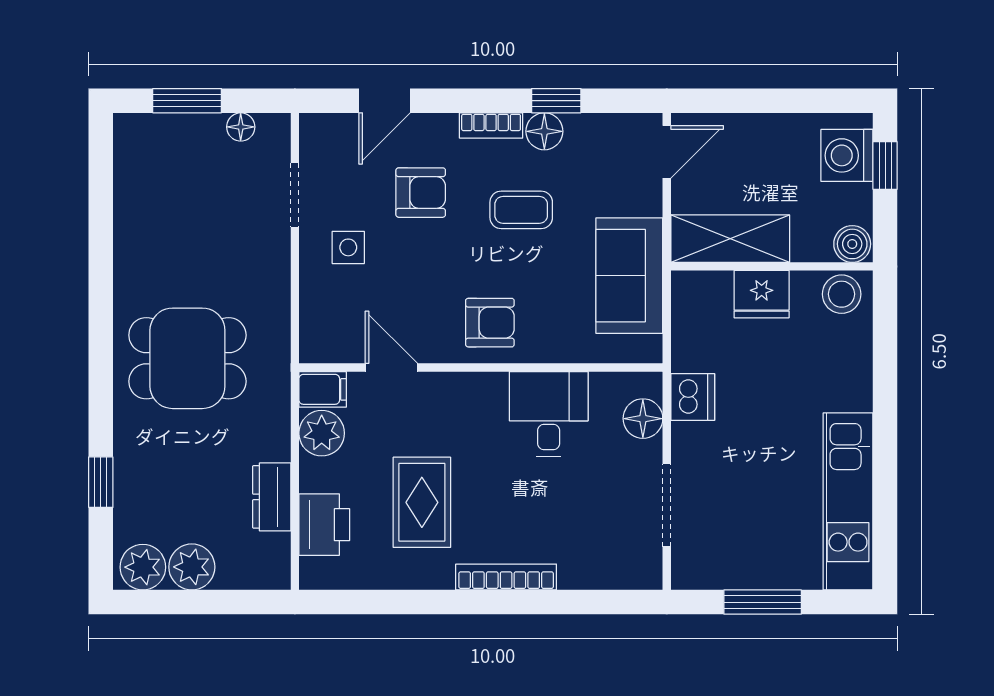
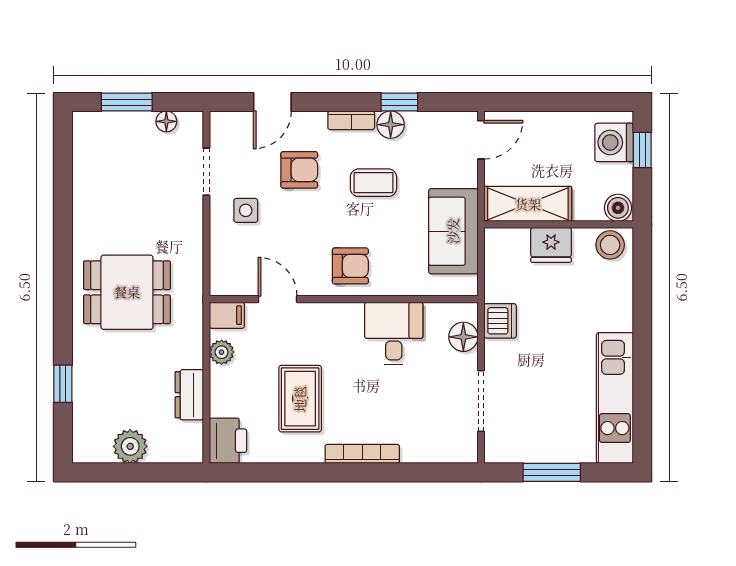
plant: (322, 433) -> (222, 352), width x0.73, depth x0.73
printer: (324, 525) -> (228, 441), moved
plant: (143, 567) -> (94, 447), removed

